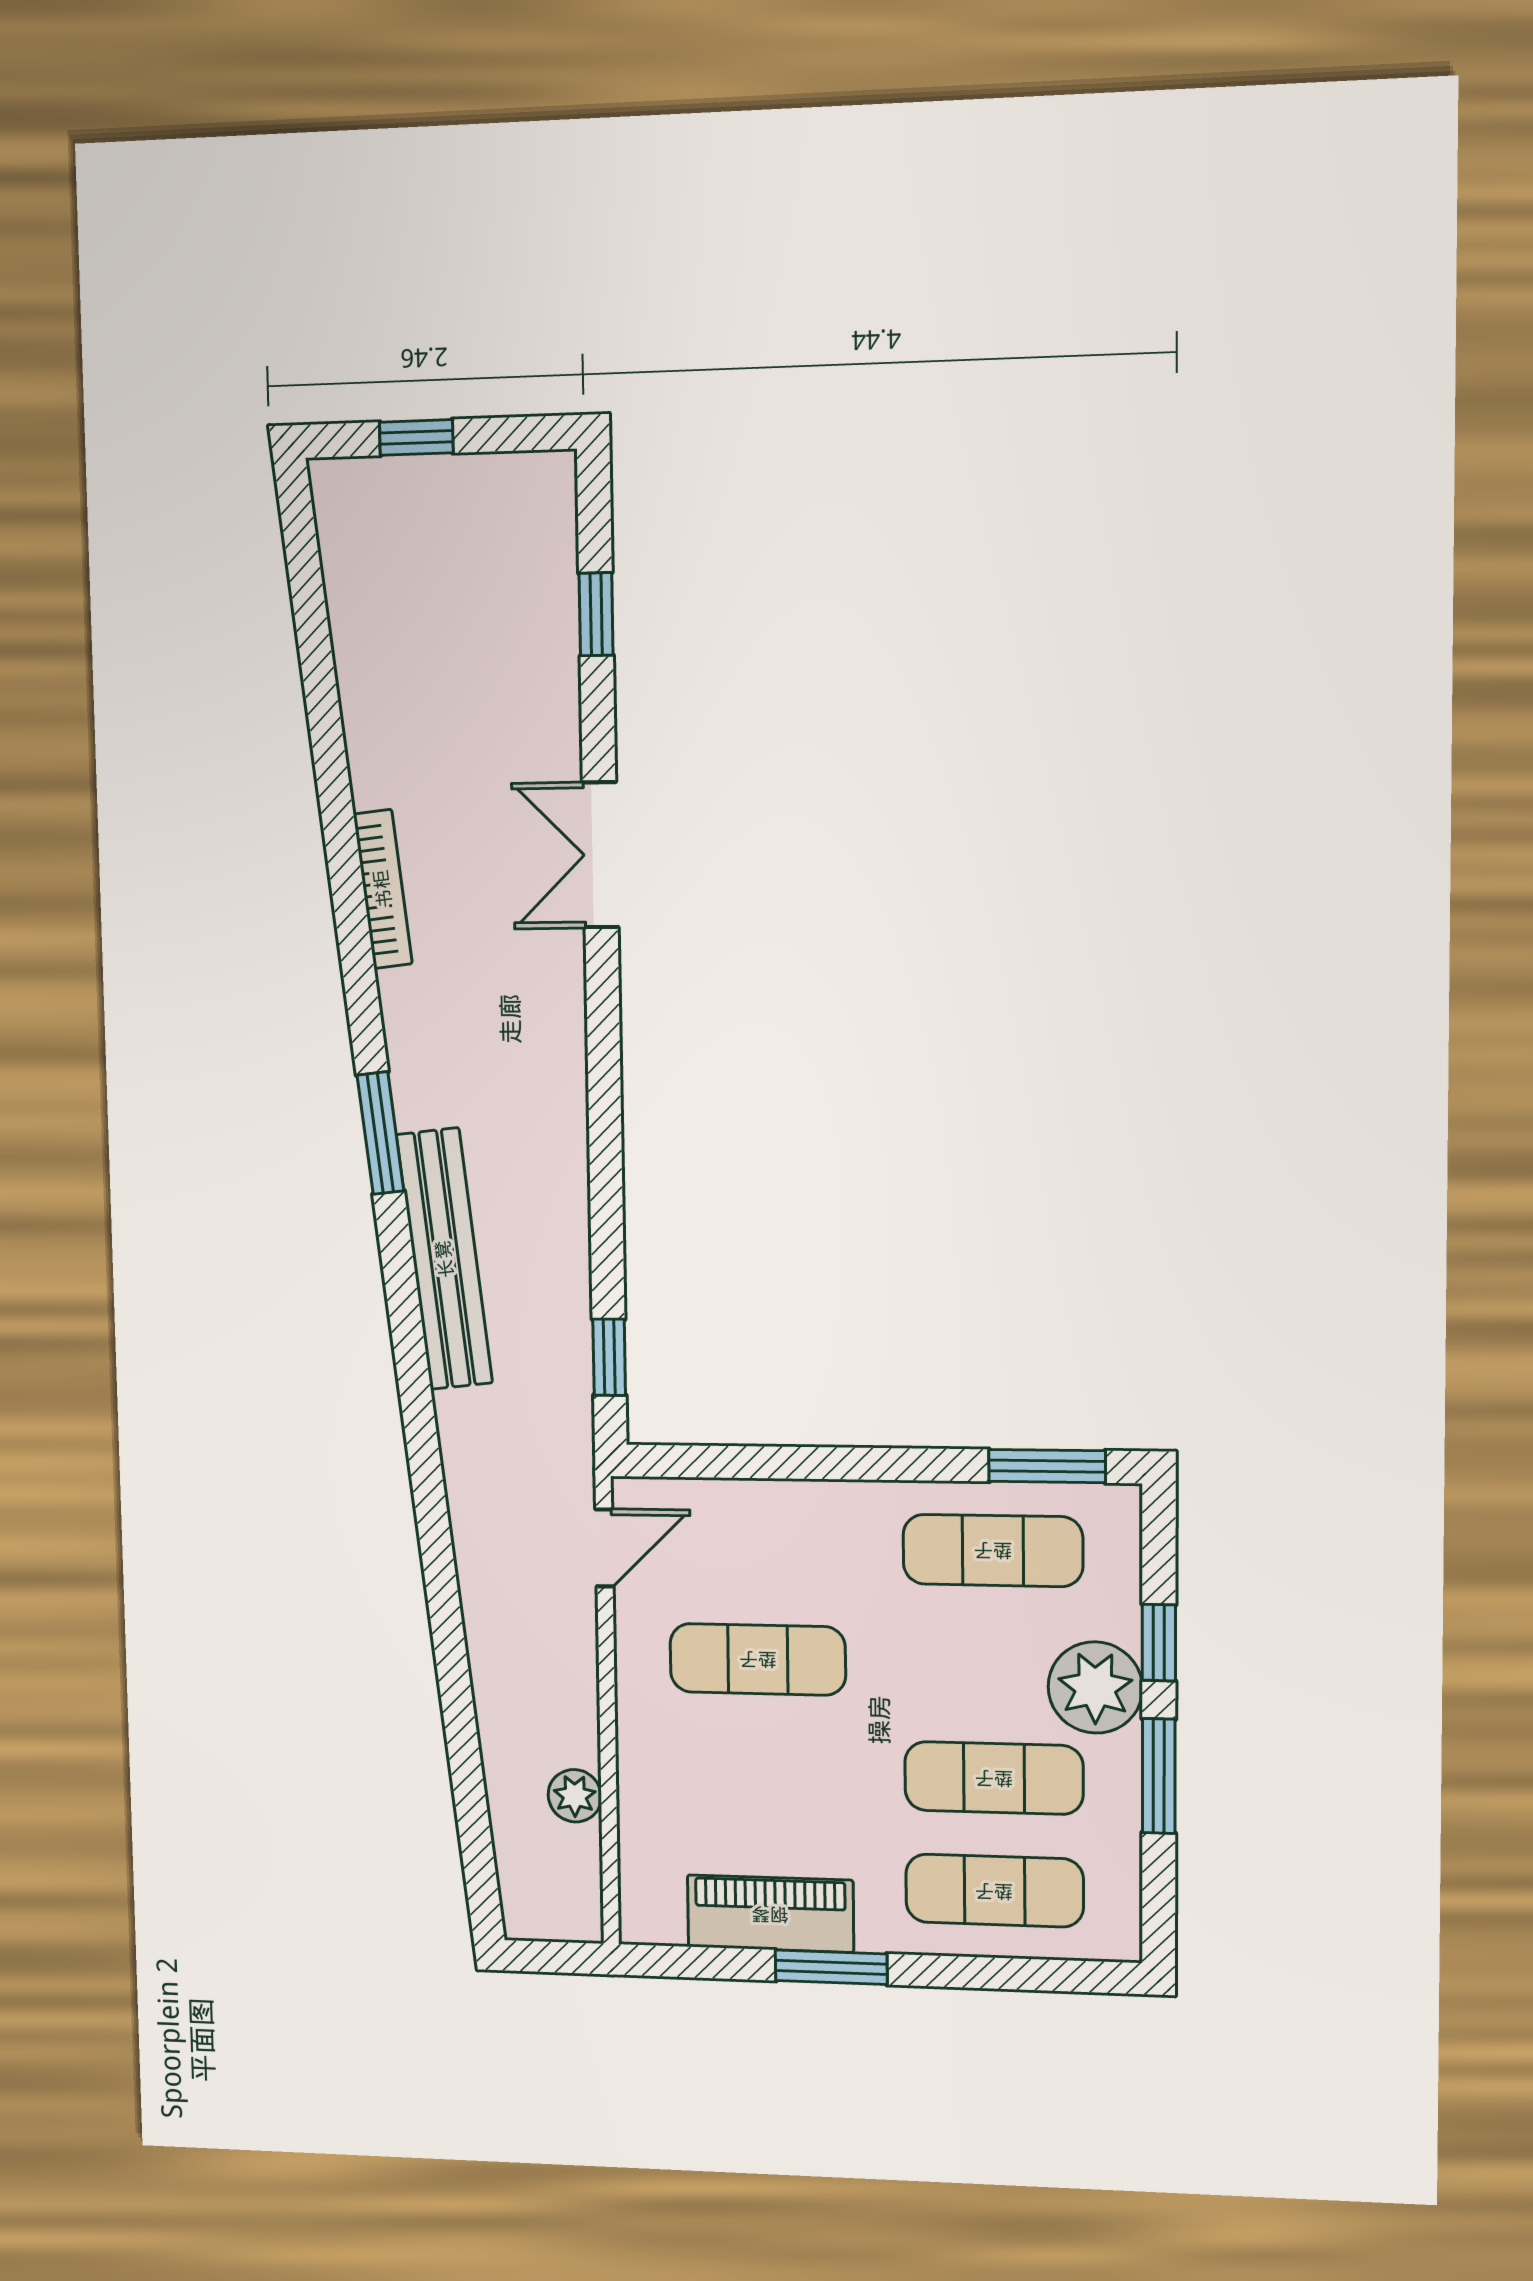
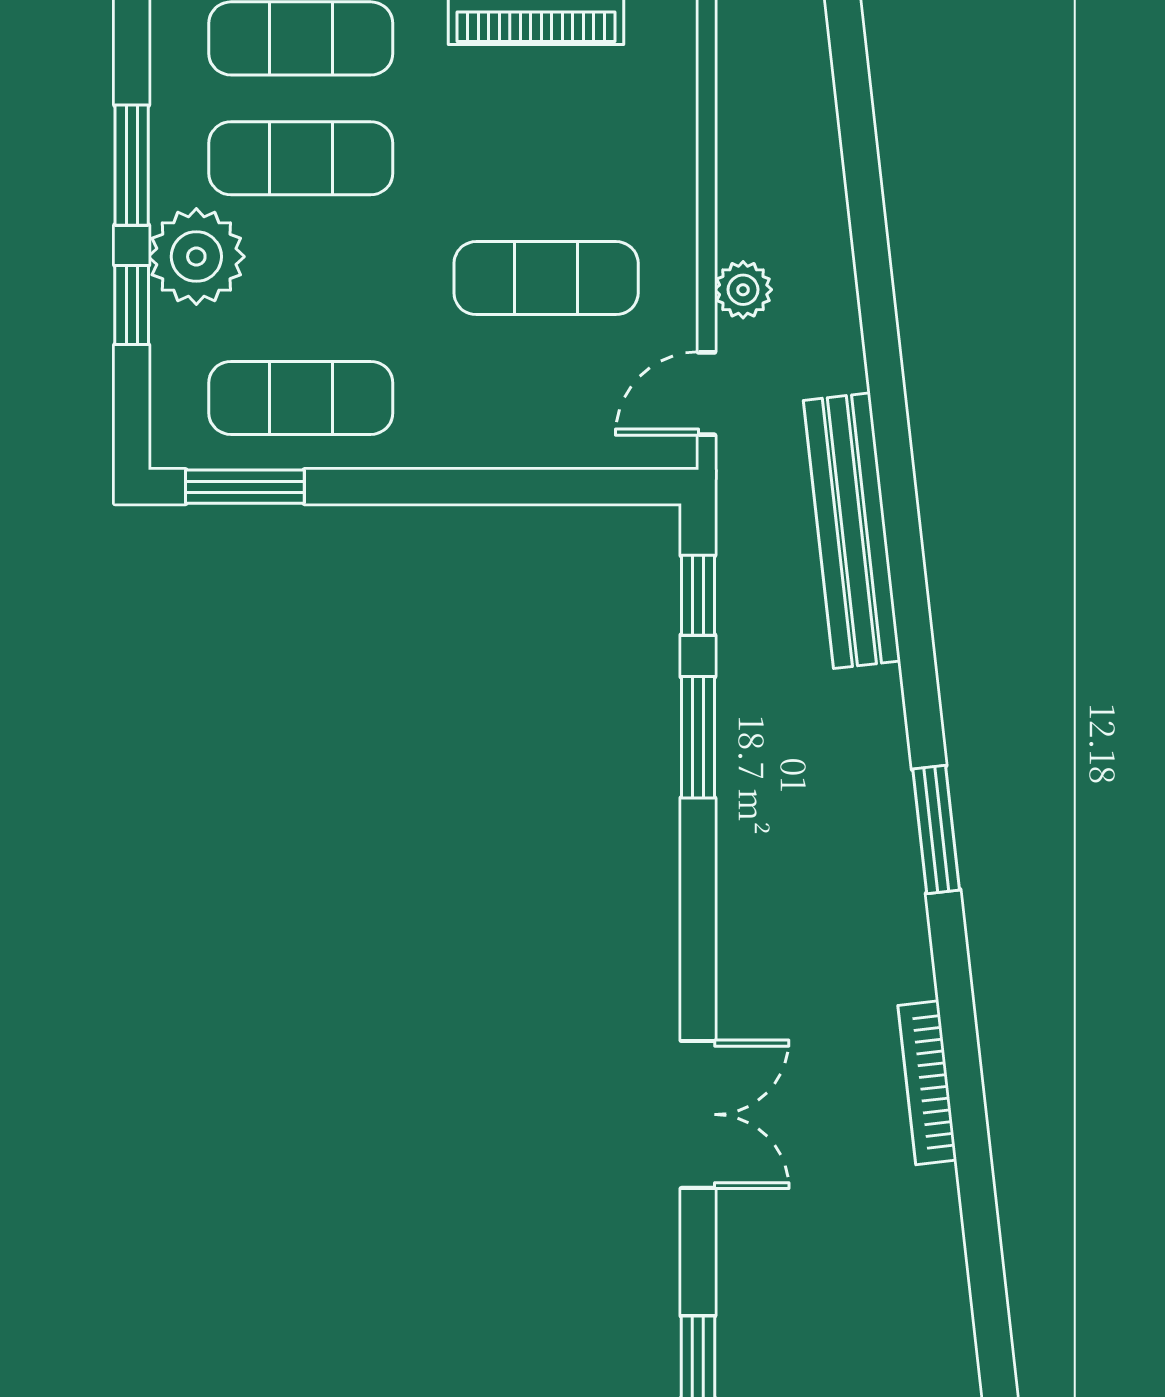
window: (607, 1221) -> (698, 737), added
bench: (445, 1259) -> (852, 531), moved
plant: (575, 1796) -> (743, 290), moved

